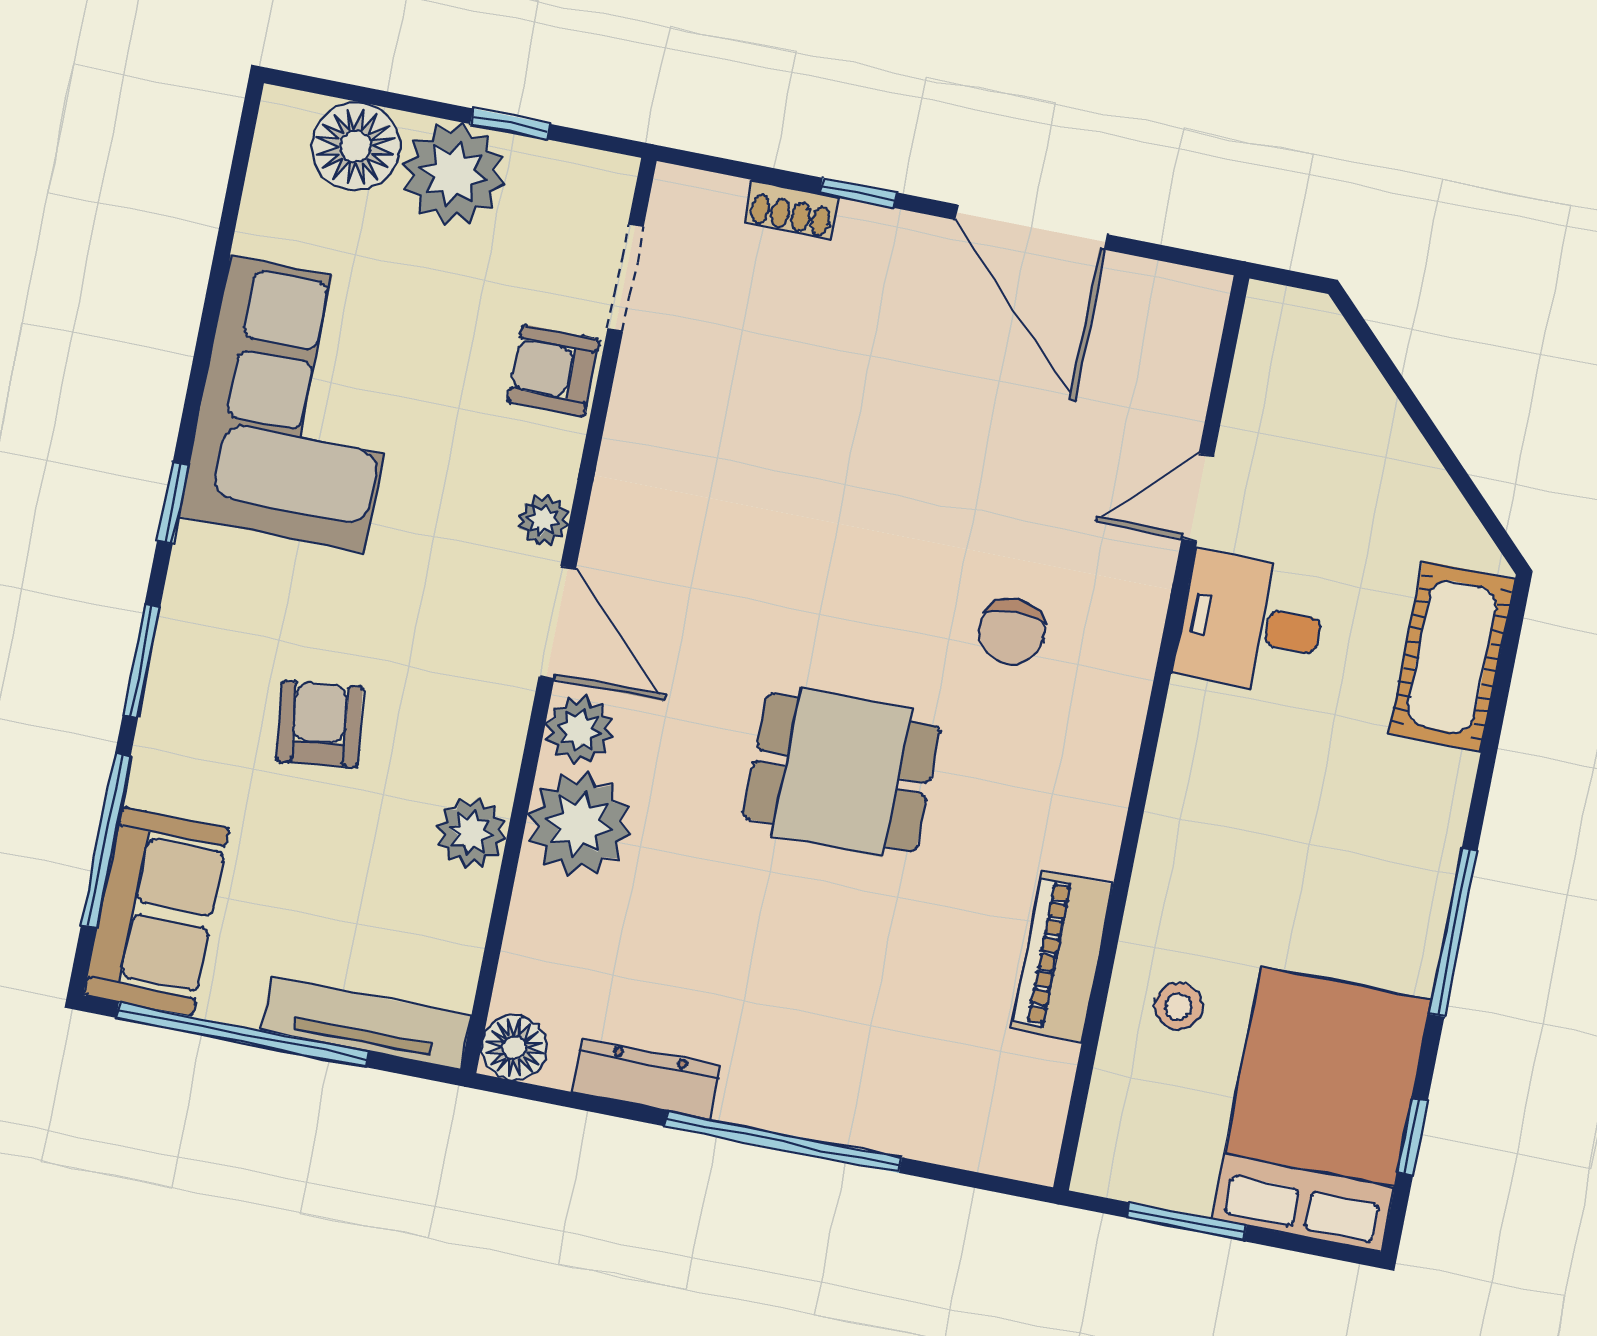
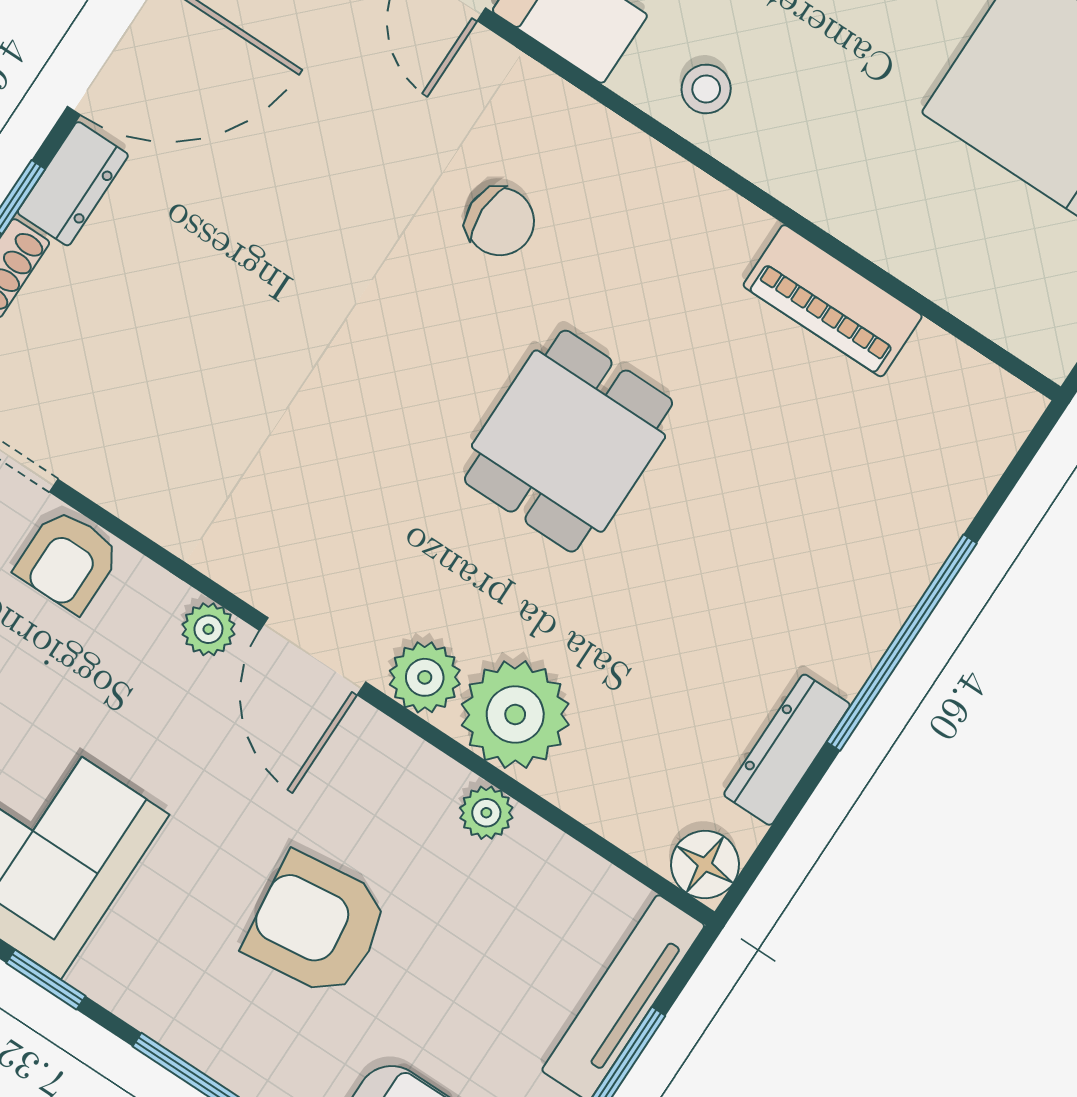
dresser: (891, 238) -> (73, 184), added
door: (557, 623) -> (313, 656), swing flipped
armchair: (320, 724) -> (317, 925), width x1.38, depth x1.38
plant: (472, 832) -> (486, 813), width x0.73, depth x0.73
stool: (1178, 1006) -> (706, 89), moved

